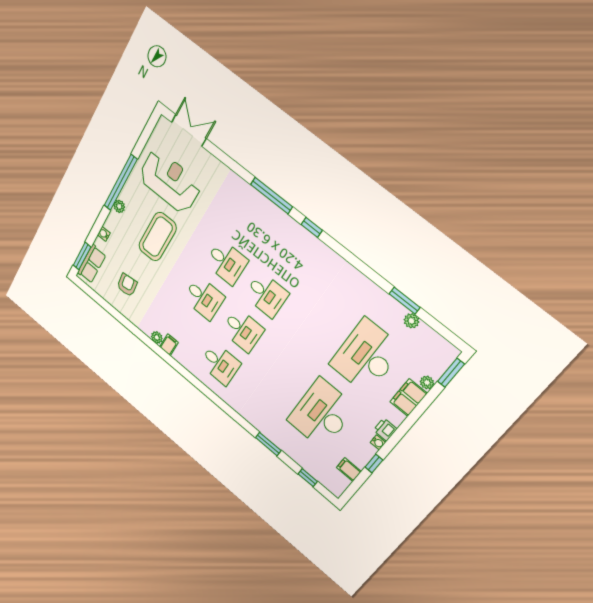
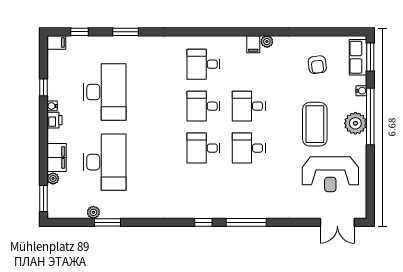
window: (121, 183) -> (370, 117), moved
plant: (119, 206) -> (355, 123), width x1.88, depth x1.88
filing cabinet: (349, 470) -> (56, 42), moved

